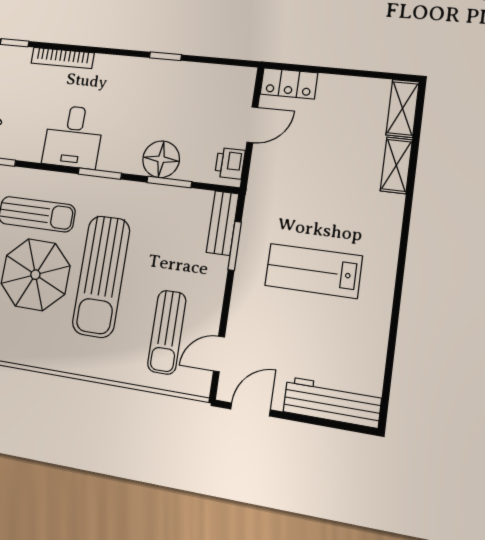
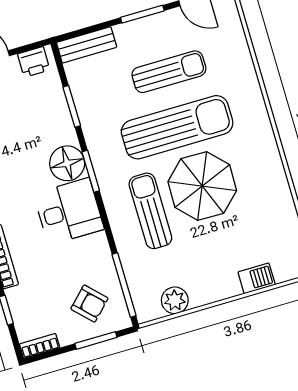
floor lamp: (161, 159) -> (67, 163), moved
window: (235, 246) -> (142, 14), moved
sun lounger: (167, 332) -> (169, 72), moved

